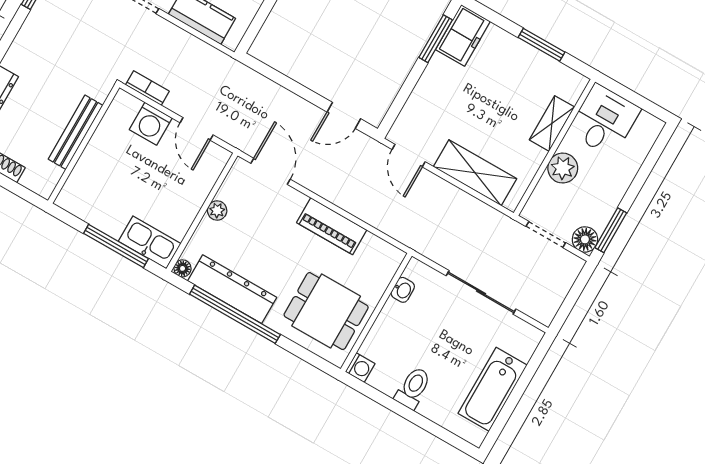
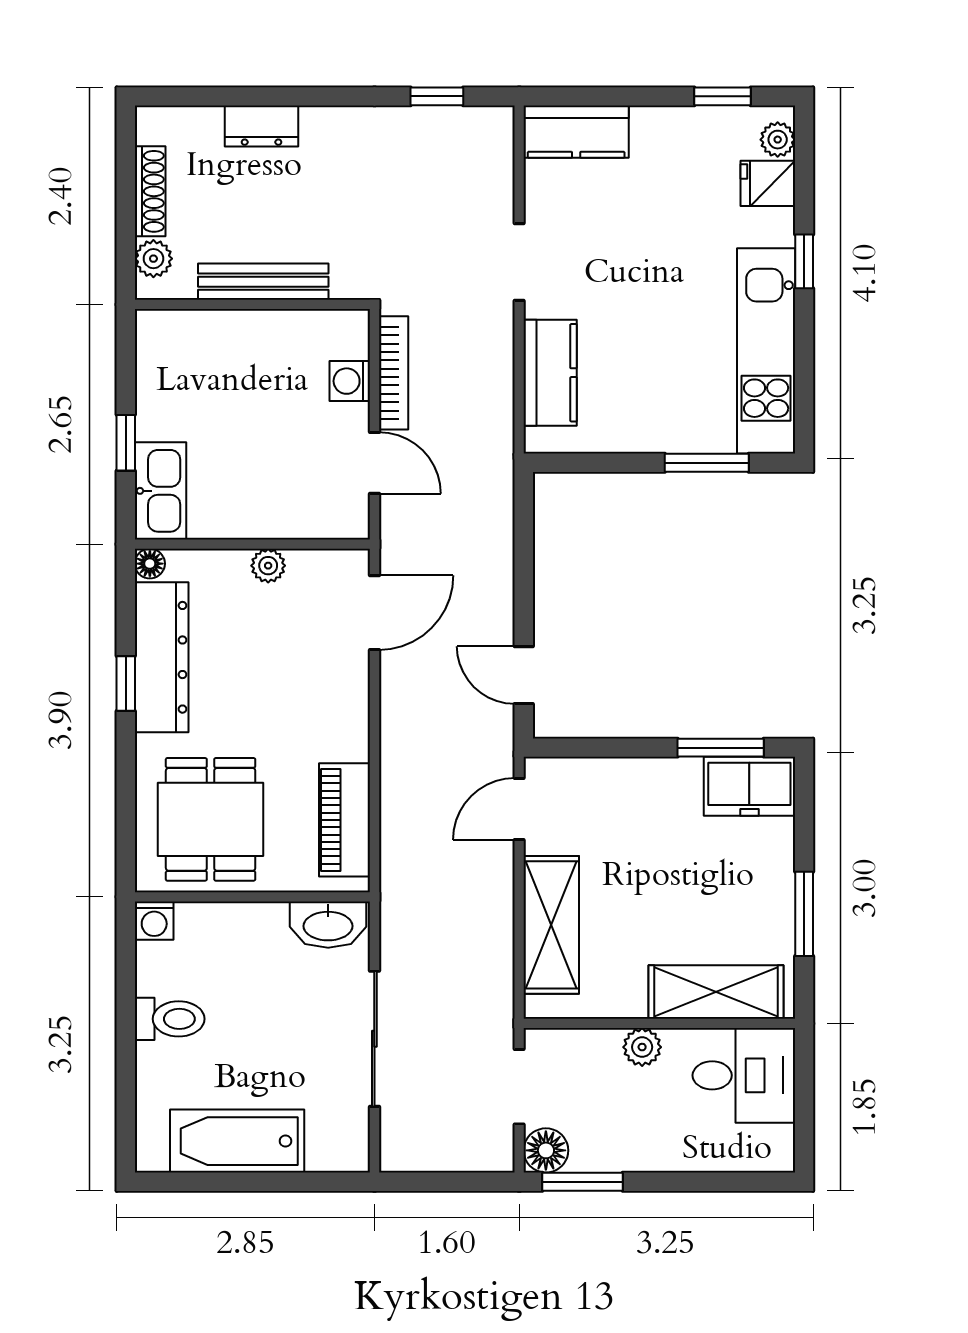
bookcase: (147, 88) -> (394, 373), width x1.56
shelving: (552, 123) -> (716, 992), width x1.50, depth x1.33
washing machine: (151, 124) -> (350, 381), width x0.73, depth x0.73
door: (197, 129) -> (374, 463), swing flipped
plant: (563, 168) -> (642, 1047), width x0.73, depth x0.73
plant: (33, 180) -> (153, 259), added
piano: (332, 226) -> (345, 820), moved
window: (116, 246) -> (126, 443), width x0.46
washbasin: (403, 290) -> (328, 925), width x1.91, depth x1.45
window: (235, 314) -> (126, 684), width x0.32

